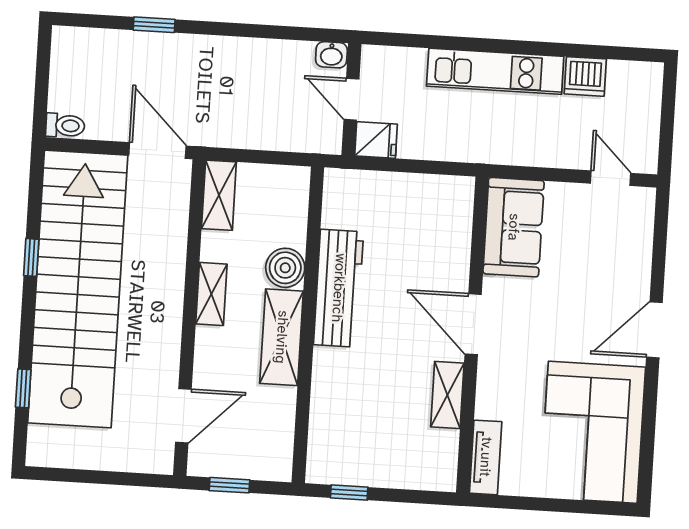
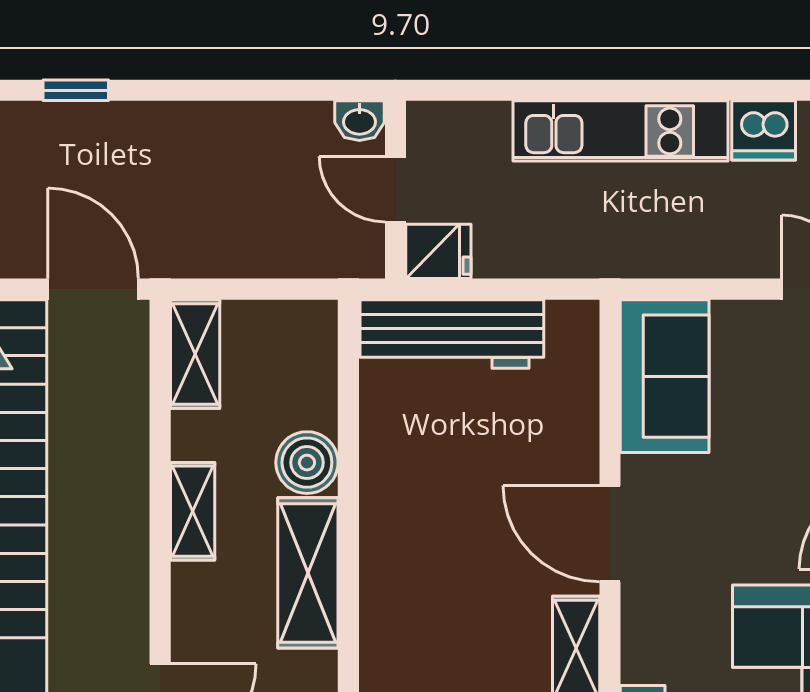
workbench: (339, 288) -> (452, 334), moved, turned 90

